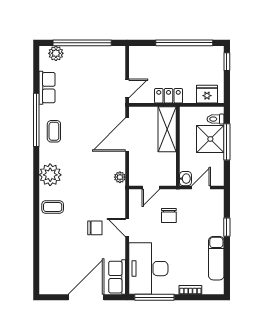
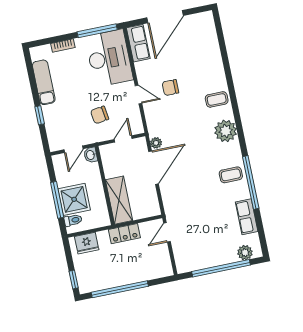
coffee table: (54, 131) -> (231, 175), turned 90
door: (127, 135) -> (154, 168), moved
chair: (169, 215) -> (100, 115), turned -98

